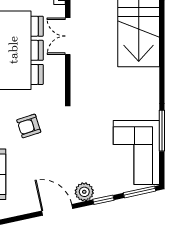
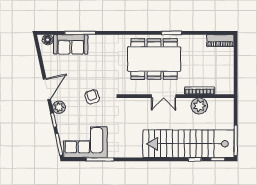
double door: (68, 36) -> (164, 96), swing flipped
armchair: (29, 126) -> (92, 97), moved

